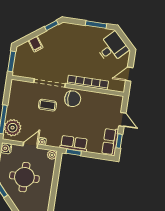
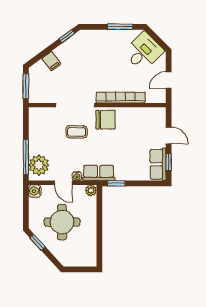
row of seats: (74, 143) -> (99, 173), moved
door: (30, 145) -> (63, 183), swing flipped

